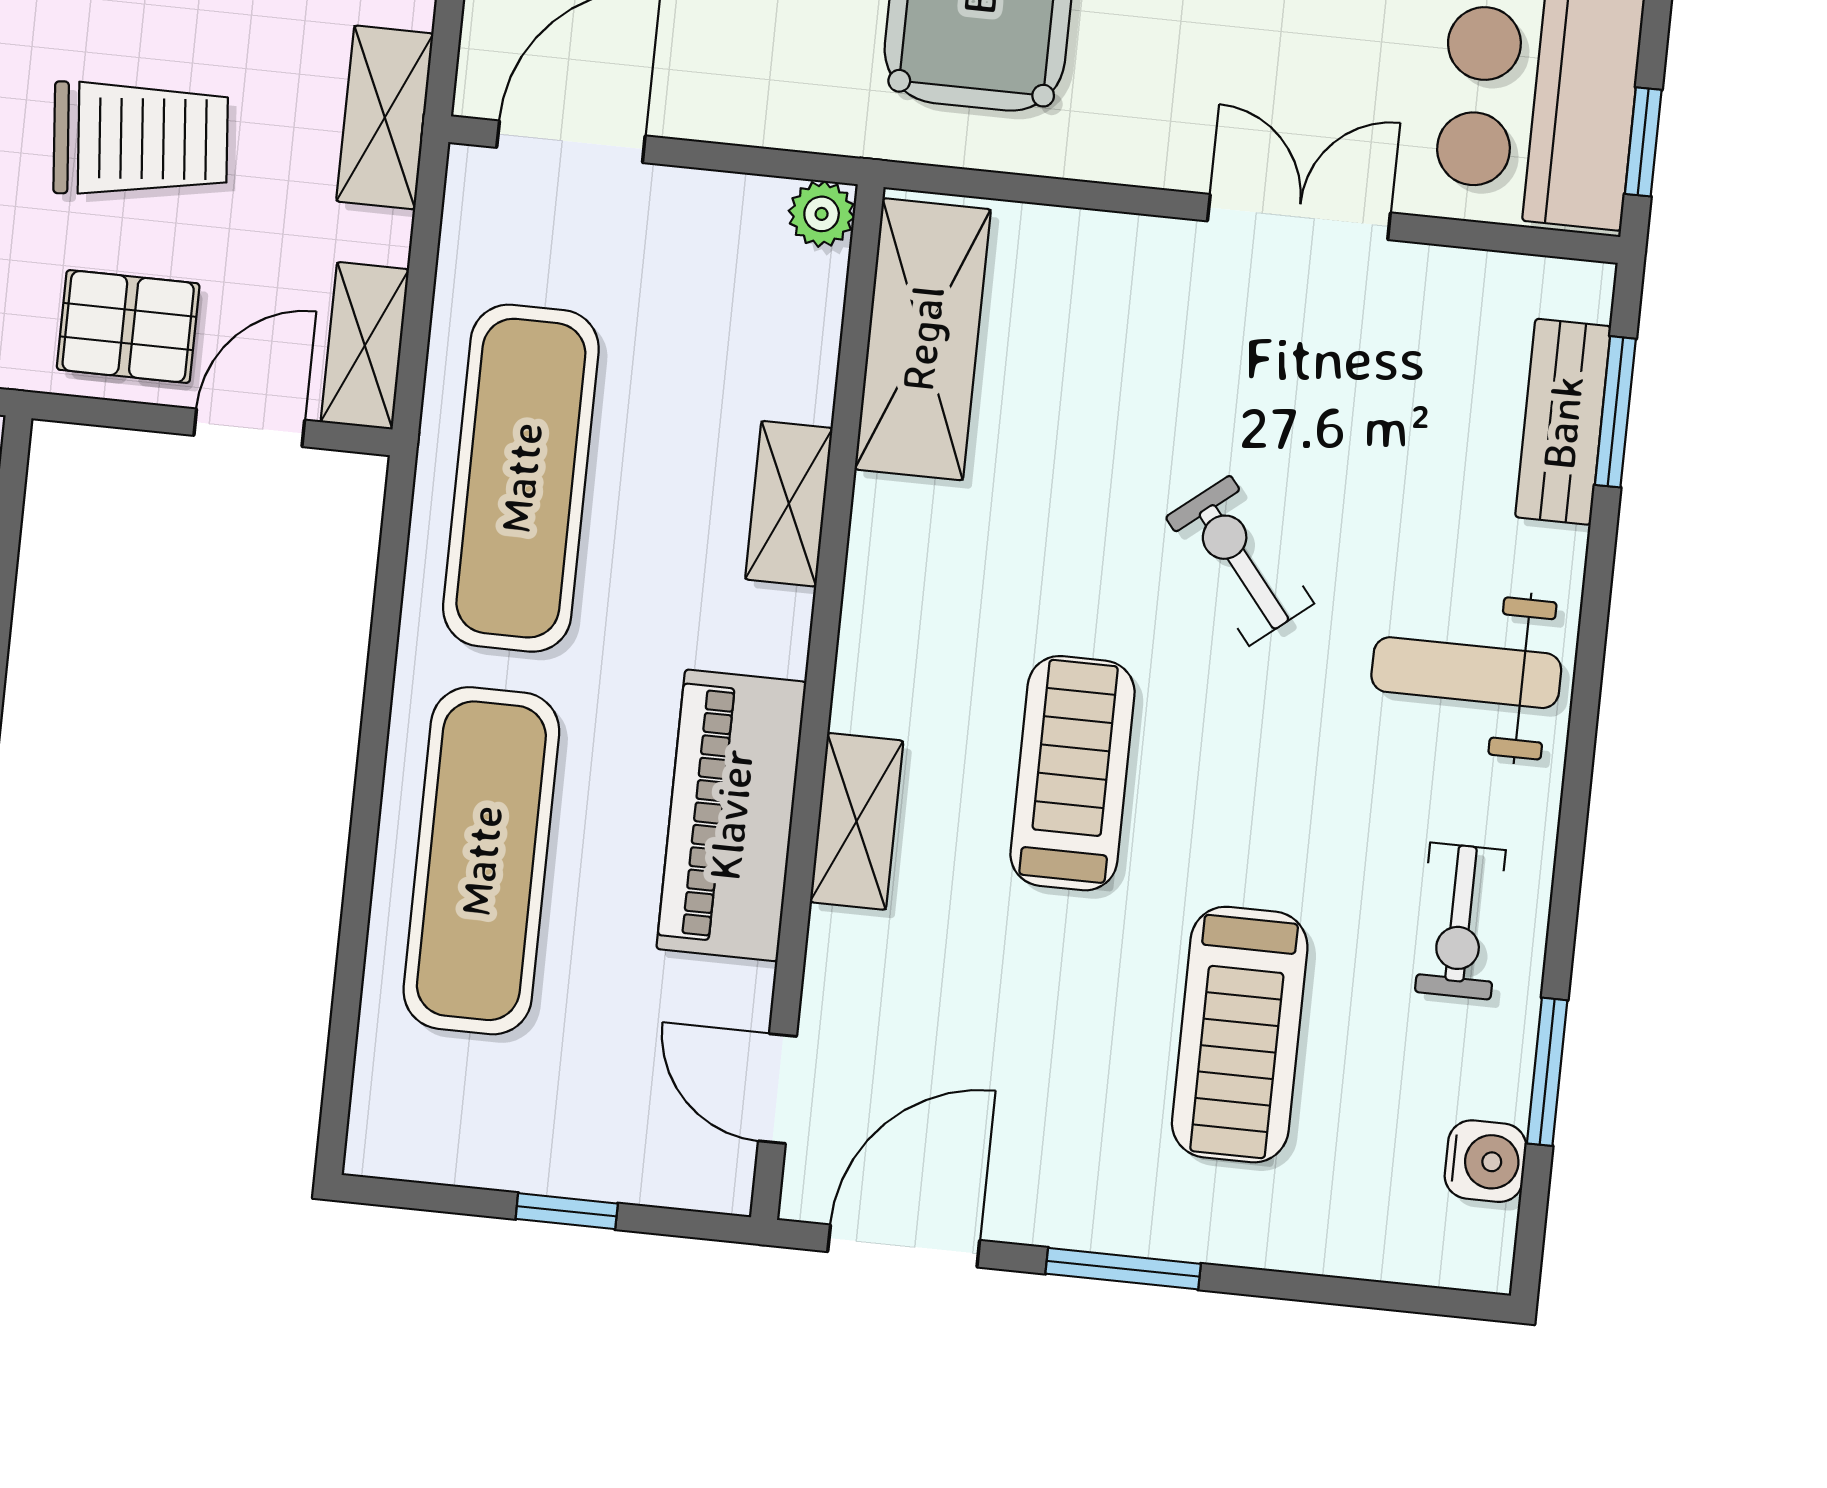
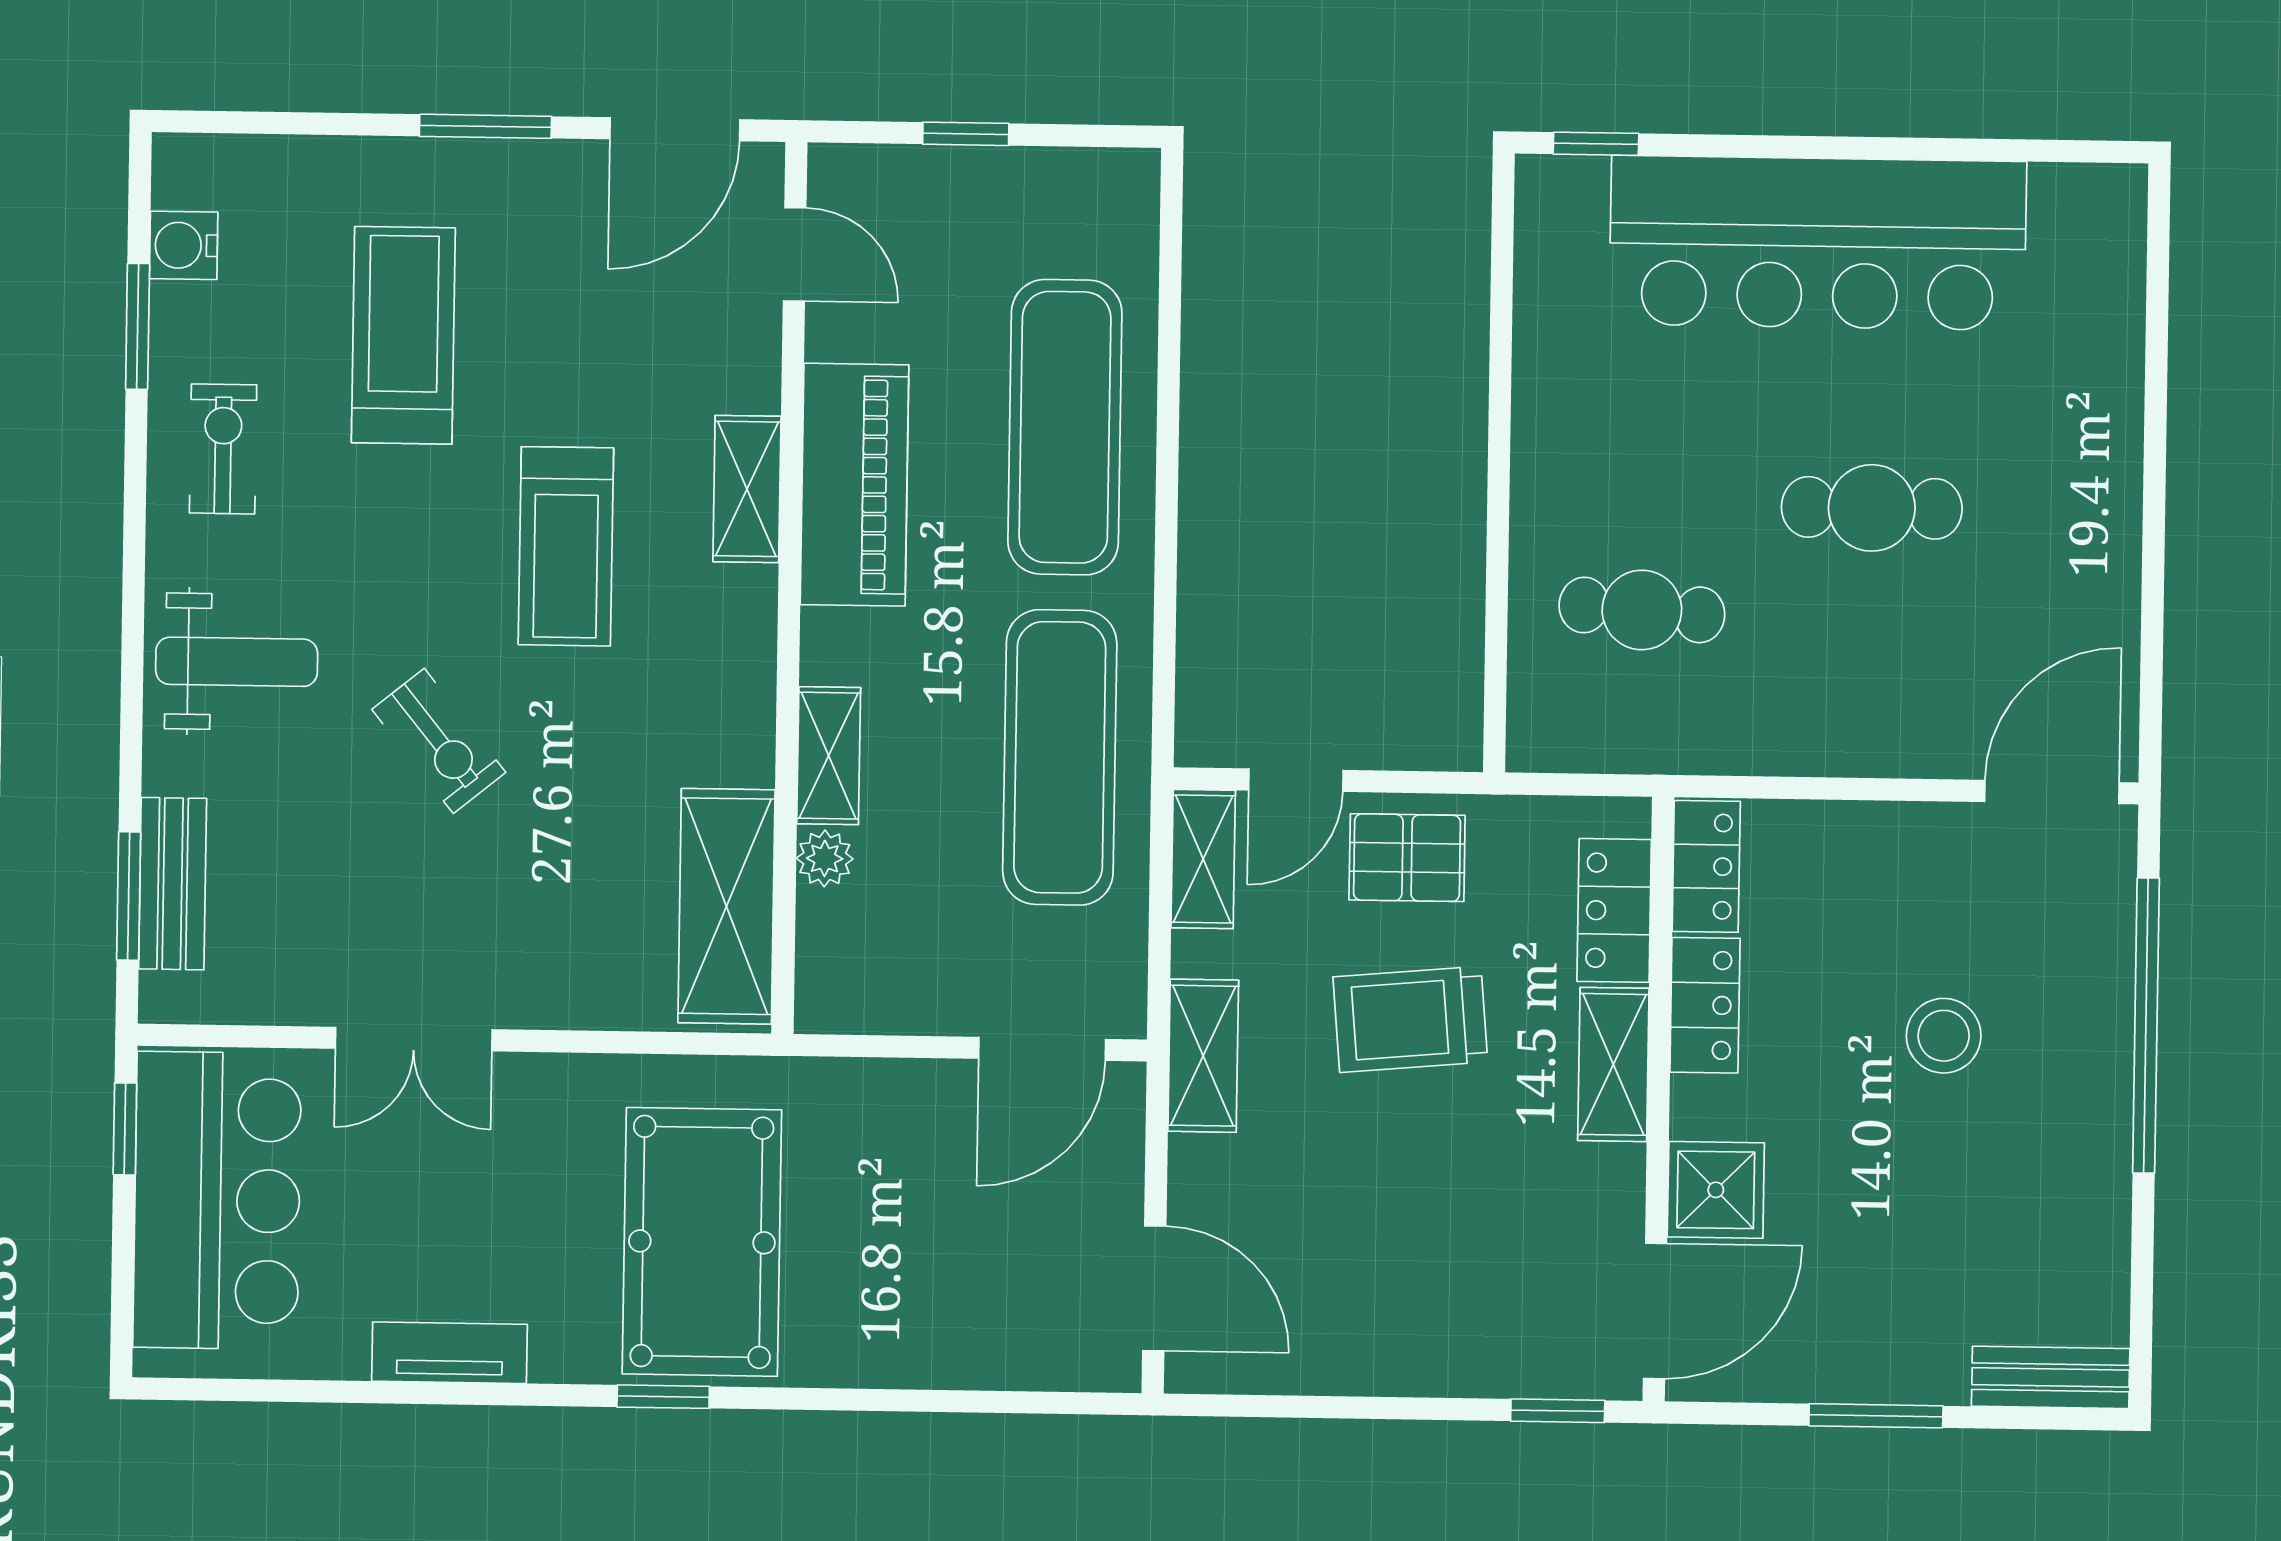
plant: (822, 214) -> (825, 858), moved

